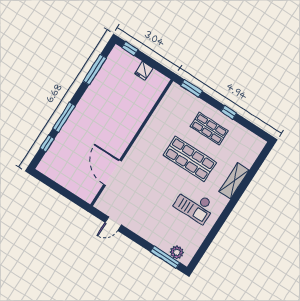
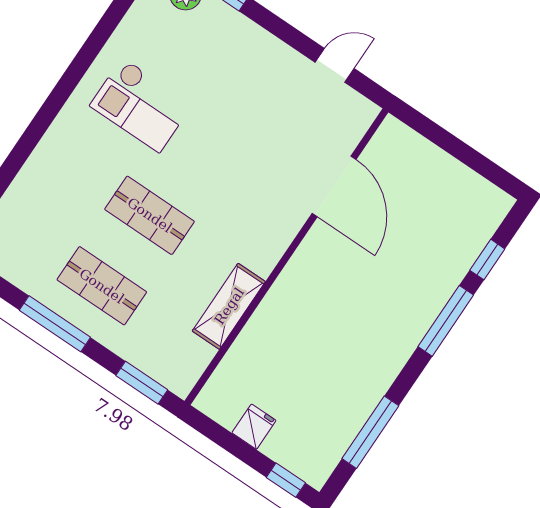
window: (229, 112) -> (55, 324), width x2.17
shop shelf: (190, 159) -> (150, 215), width x0.70, depth x0.74
shelving: (234, 181) -> (229, 306), moved
checkout: (194, 205) -> (141, 105), turned 180

